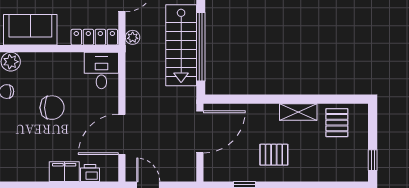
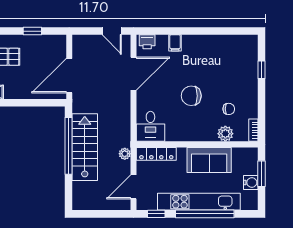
filing cabinet: (64, 172) -> (175, 43), width x0.50
printer: (90, 173) -> (147, 42), moved

